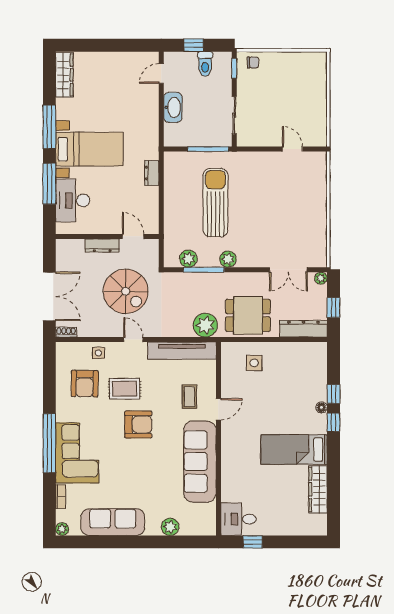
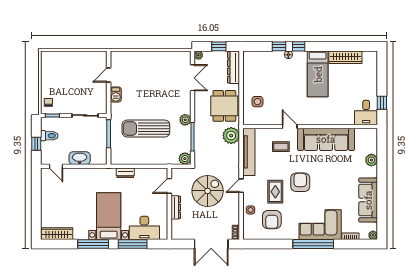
barbecue: (264, 159) -> (116, 95), added
plant: (188, 259) -> (185, 159), moved
double door: (49, 296) -> (211, 244), swing flipped
armchair: (85, 384) -> (272, 220), turned 89

